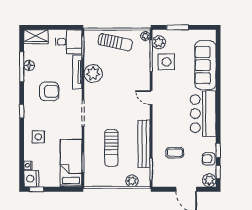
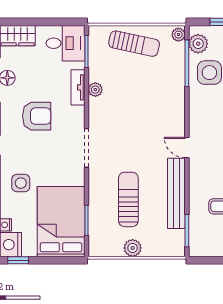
tv unit: (77, 72) -> (78, 87), width x0.71
plant: (93, 73) -> (95, 90), width x0.53, depth x0.53
door: (151, 98) -> (187, 148), moved
sun lounger: (111, 148) -> (128, 199), turned 180
bed: (71, 163) -> (61, 222), width x1.50
plant: (132, 181) -> (133, 248), moved

